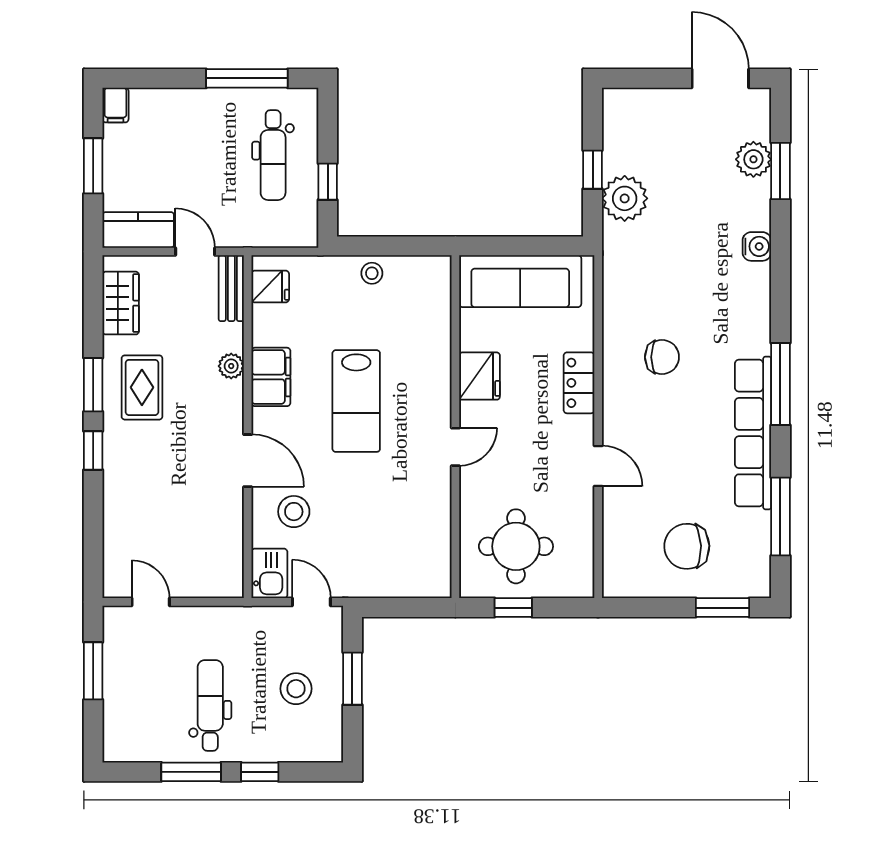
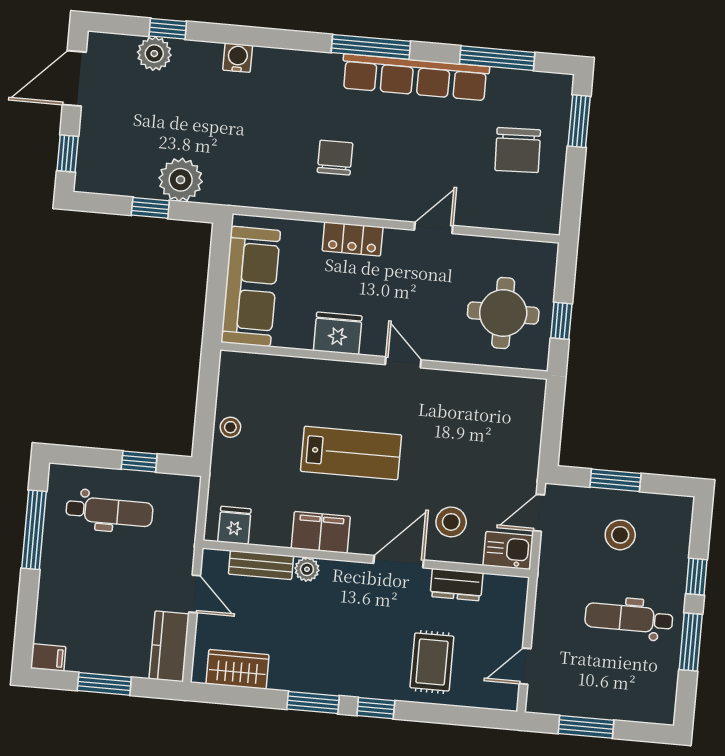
window: (641, 78) -> (68, 153), added
window: (780, 171) -> (168, 29), width x0.67
door: (195, 251) -> (195, 594), swing flipped
bench: (231, 288) -> (261, 565), moved
rug: (142, 387) -> (432, 662), moved, turned 90
dresser: (229, 523) -> (457, 585), added

